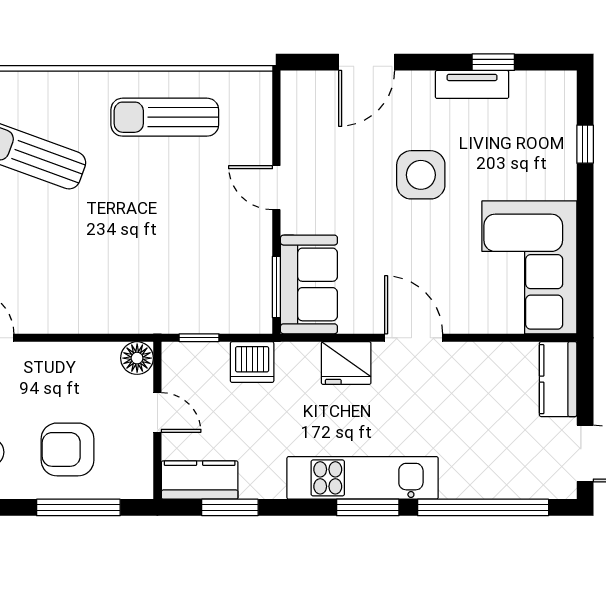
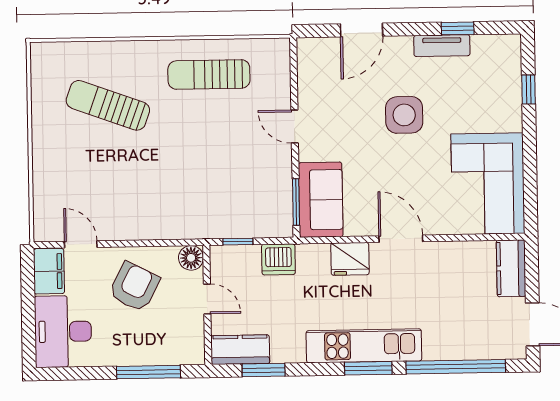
armchair: (68, 449) -> (134, 287), moved, turned 117

